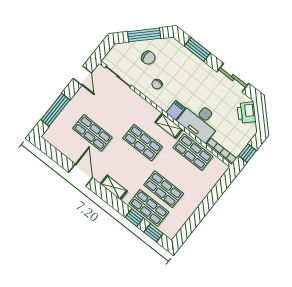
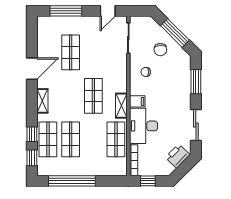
window: (198, 215) -> (72, 181), added

